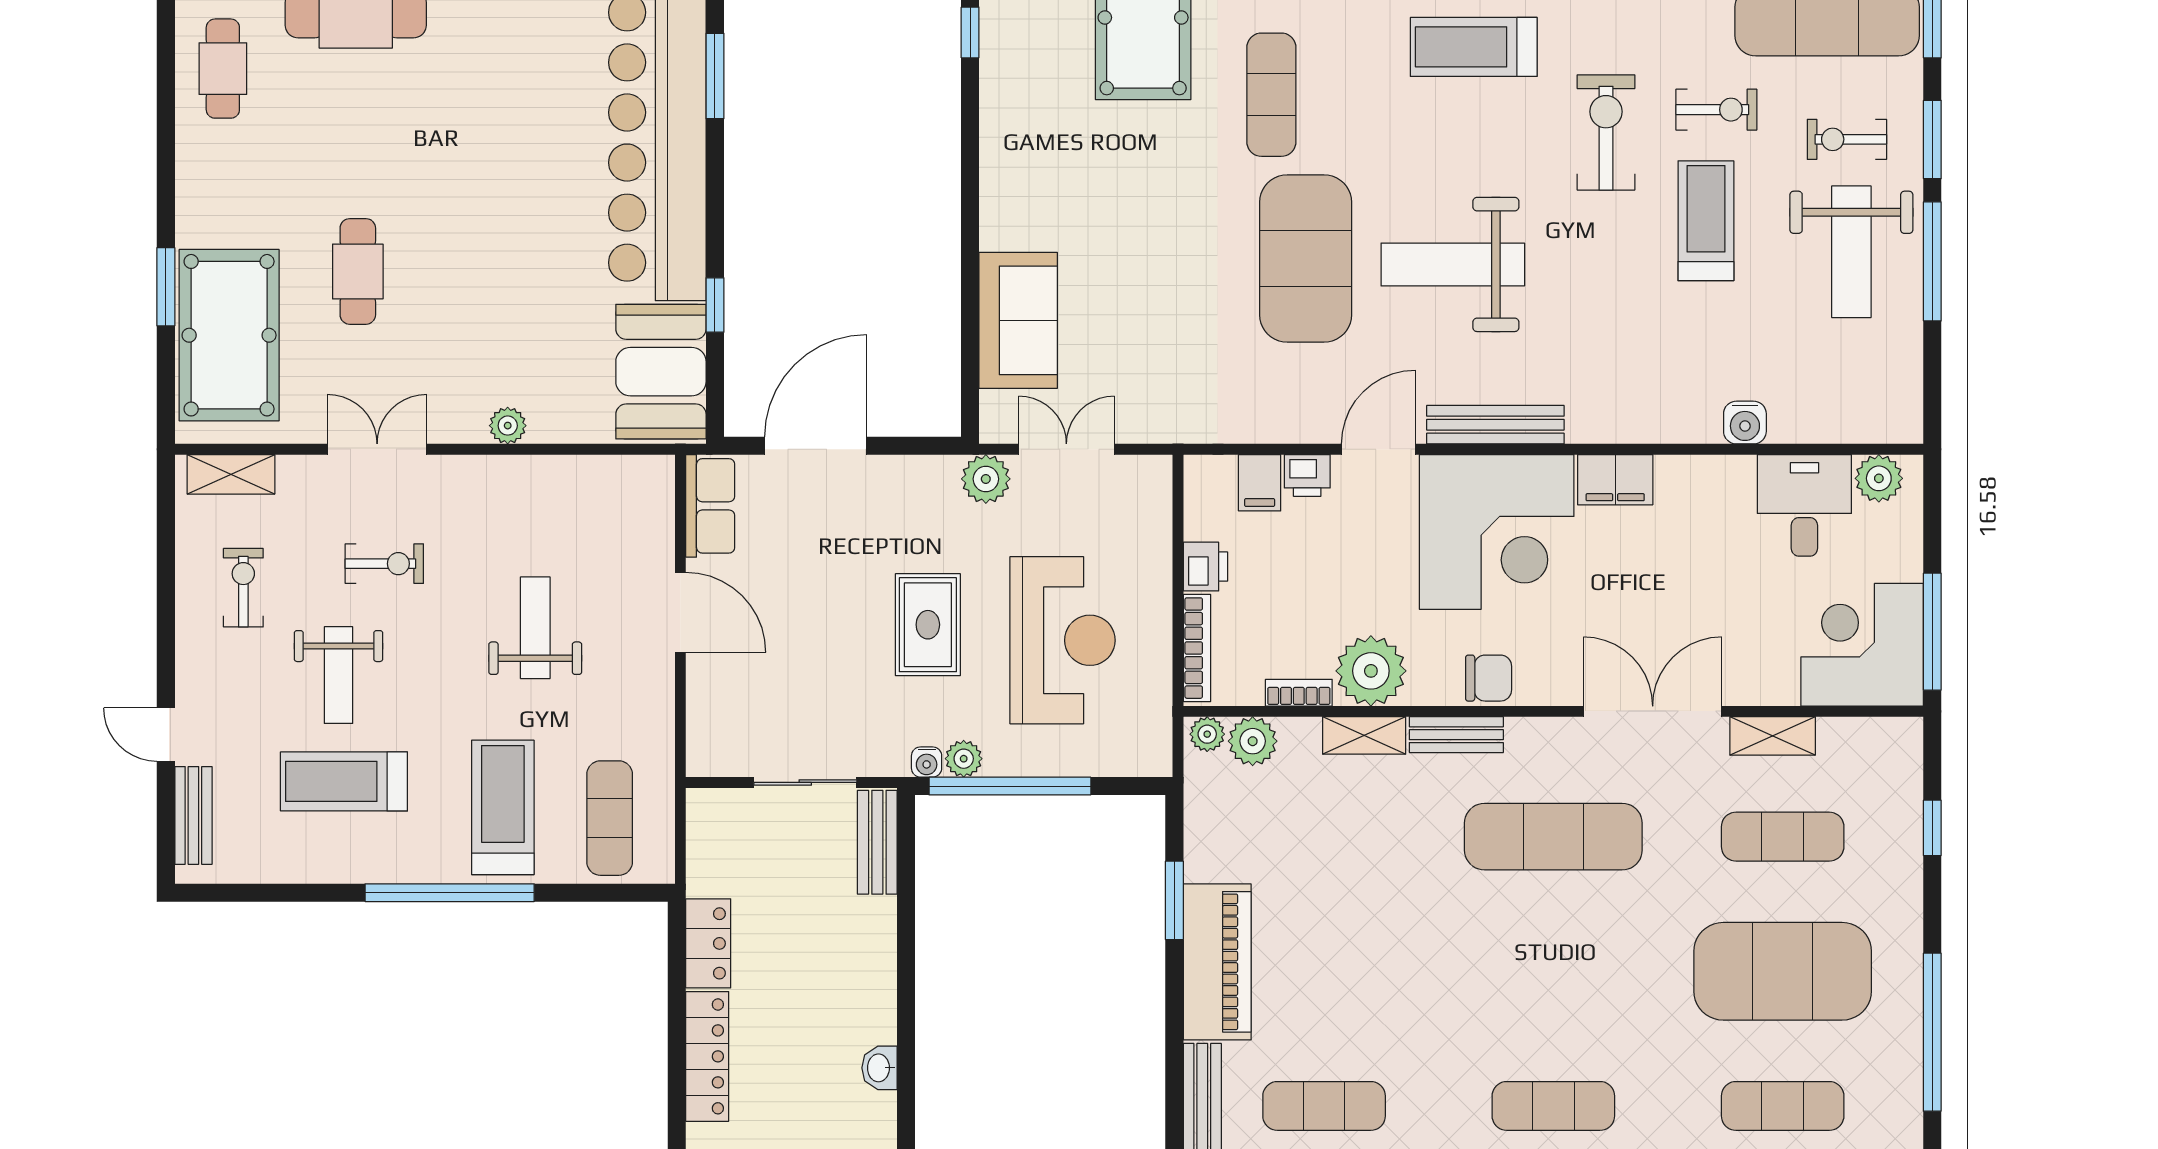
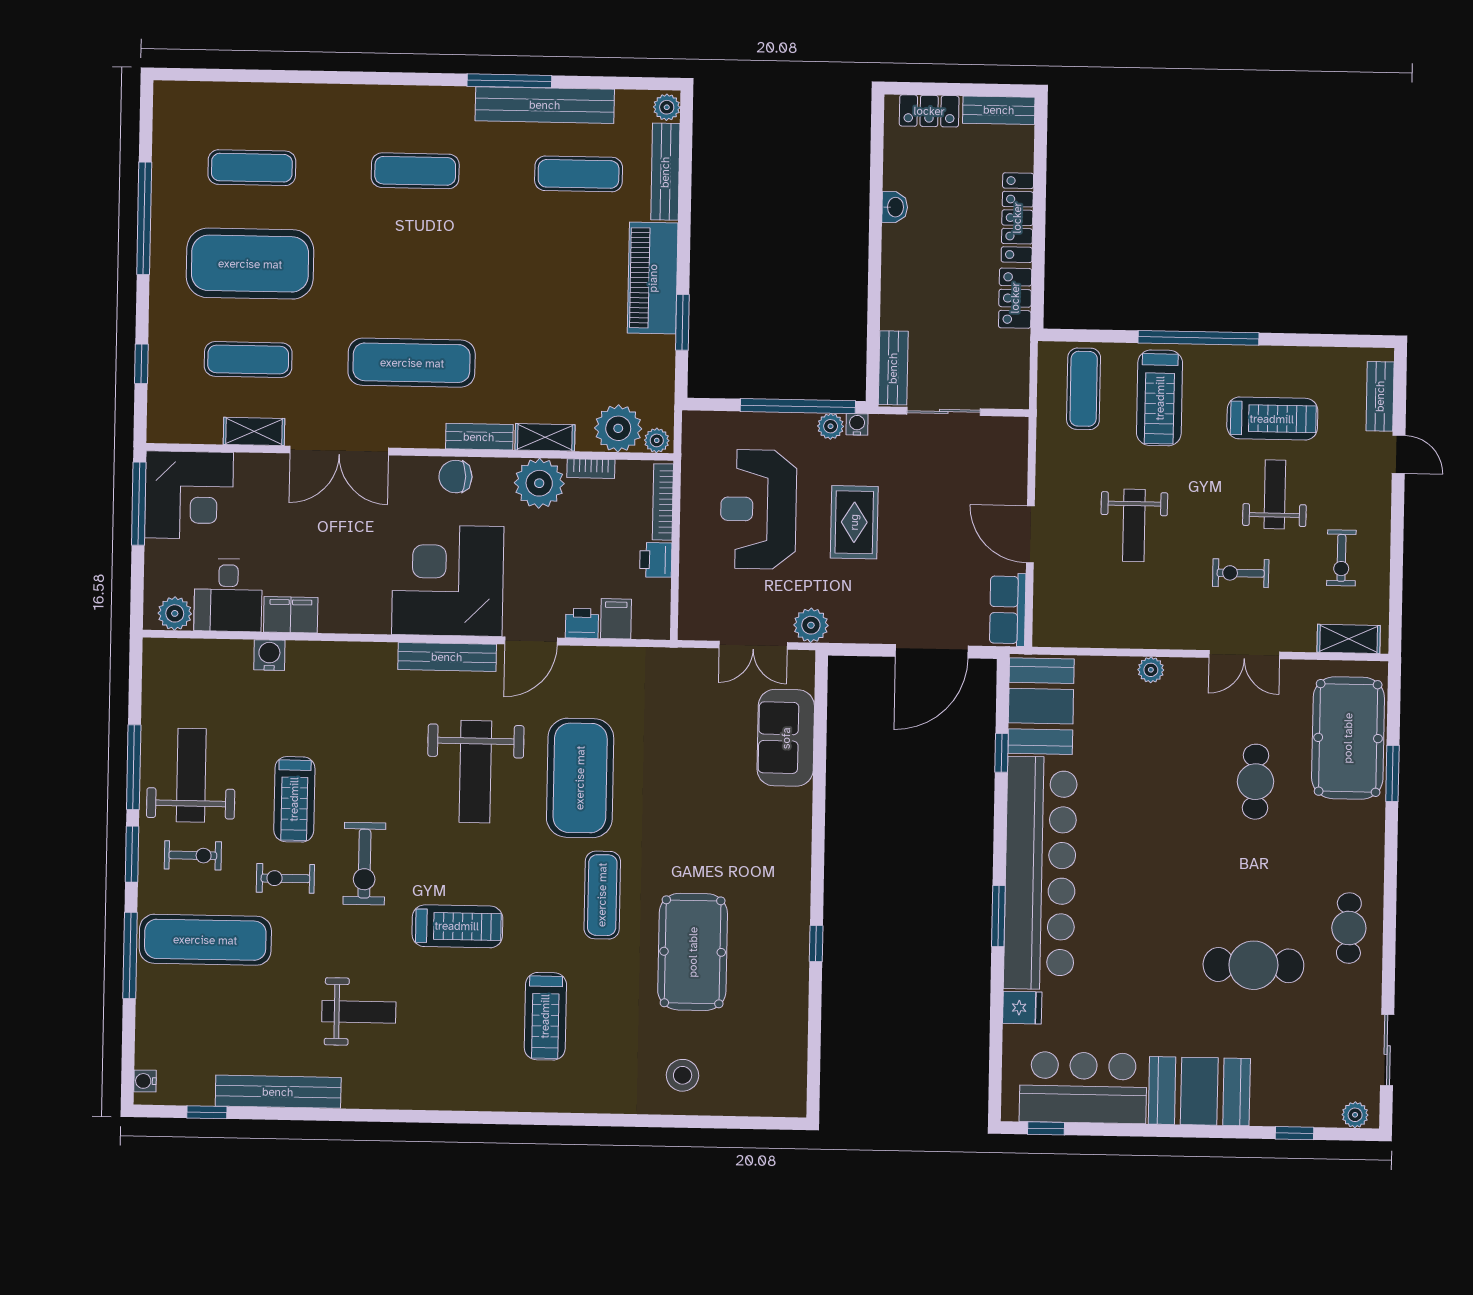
weight bench: (1453, 264) -> (475, 772), turned 90
filing cabinet: (1615, 480) -> (291, 615), moved
plant: (1253, 741) -> (618, 428), width x1.36, depth x1.36

